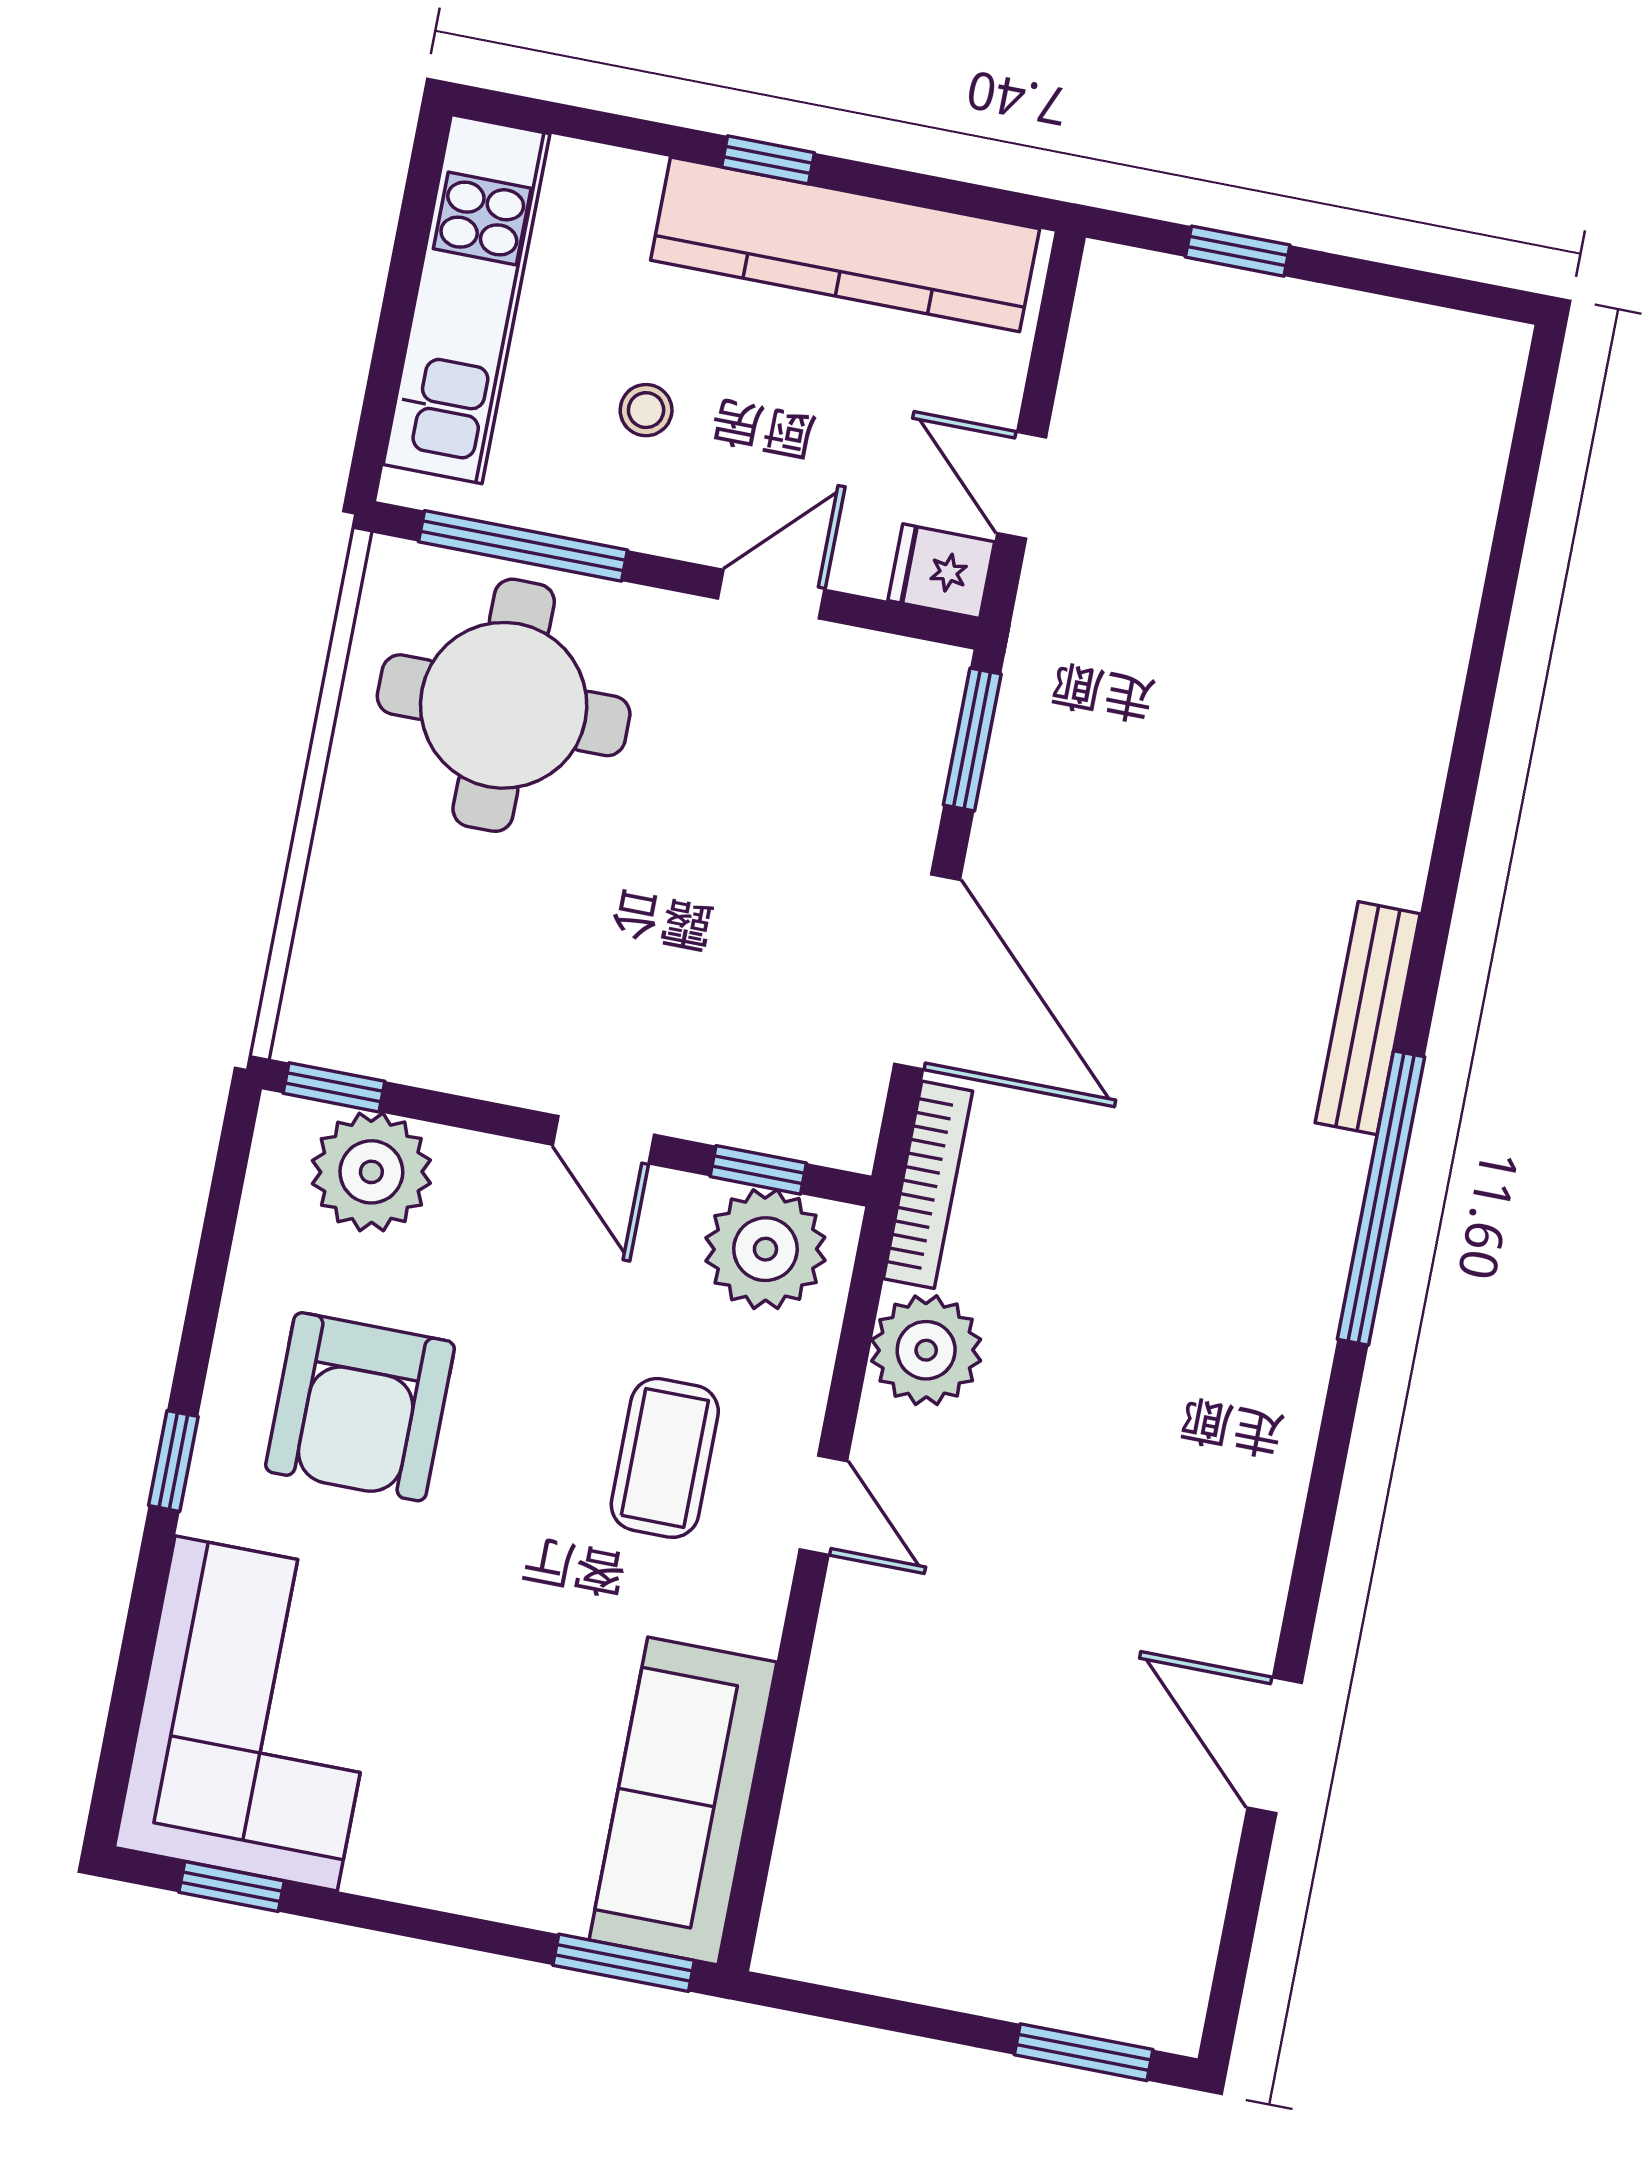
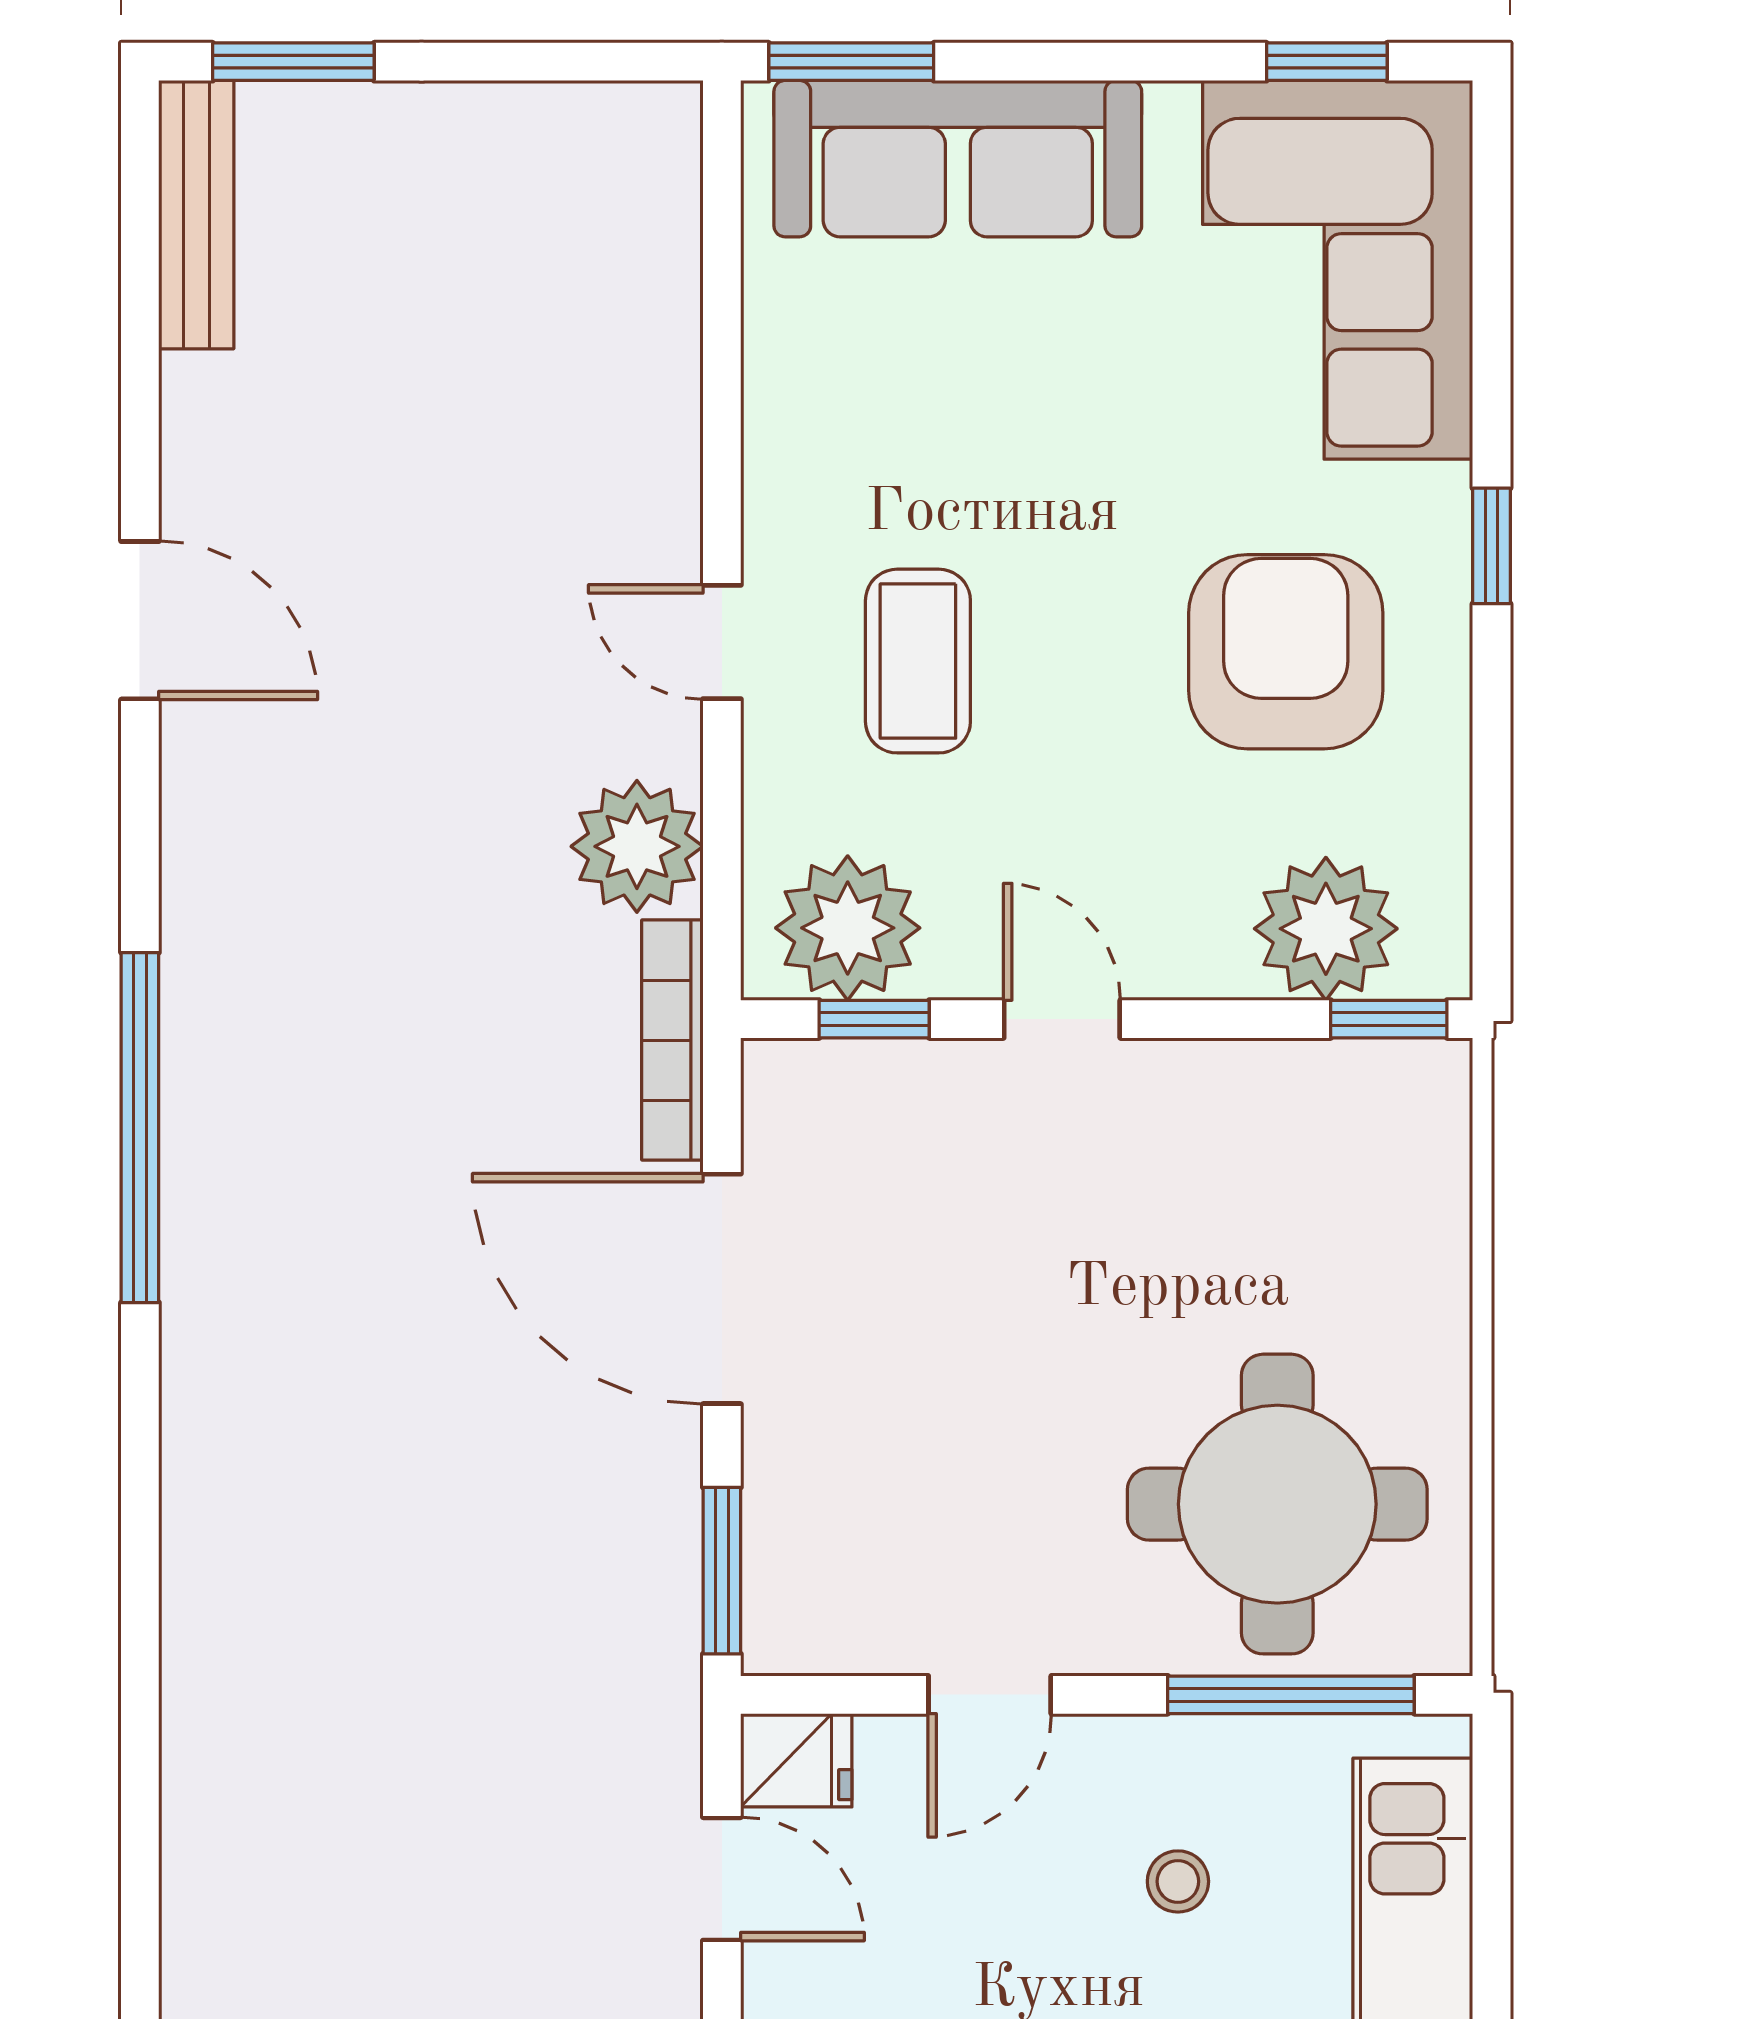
bench: (1368, 1018) -> (196, 215), moved
door: (1275, 1745) -> (140, 620), moved
sofa: (683, 1801) -> (958, 159), moved, turned 90

